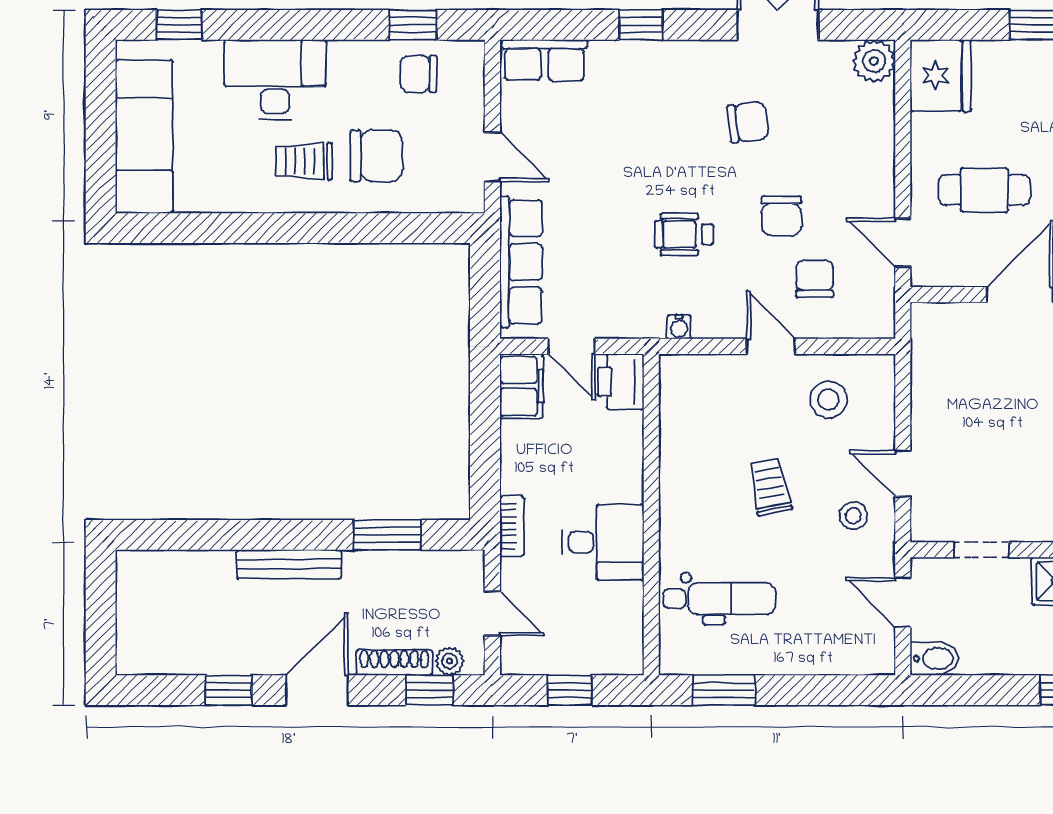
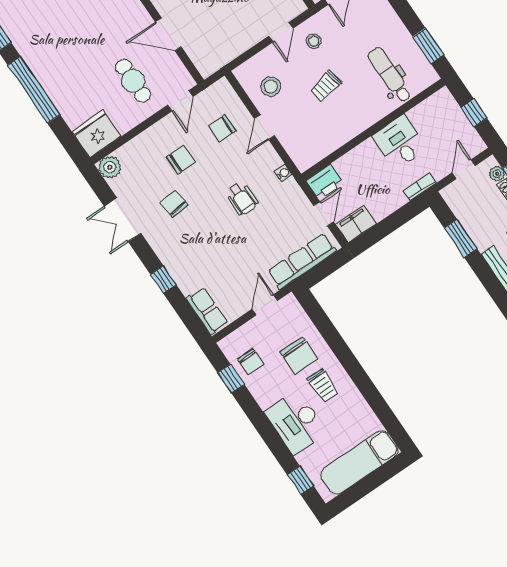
chair: (376, 156) -> (299, 356), turned 180
chair: (781, 216) -> (181, 160), moved

